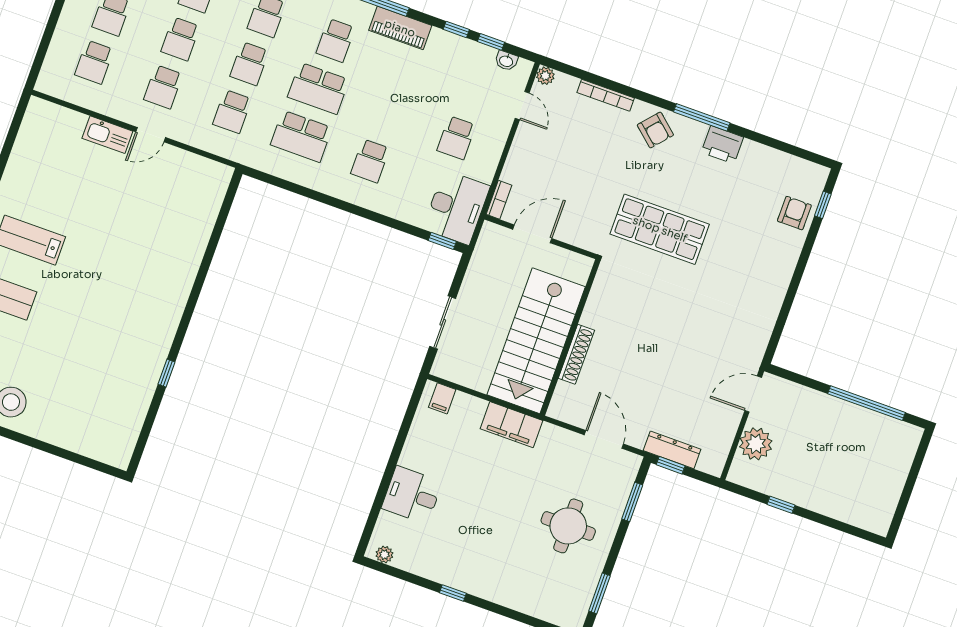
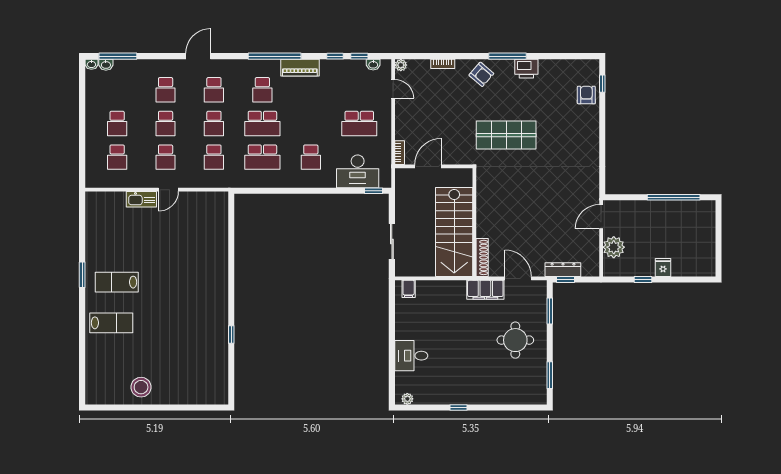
bookcase: (606, 95) -> (443, 64), width x0.64
school desk: (456, 138) -> (359, 123), width x1.85
desk: (456, 207) -> (358, 171), moved, turned 90
shoe rack: (576, 354) -> (482, 257), moved
filing cabinet: (511, 425) -> (485, 290), moved
fridge: (816, 498) -> (663, 268), added

